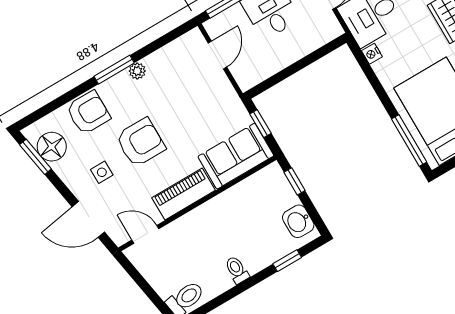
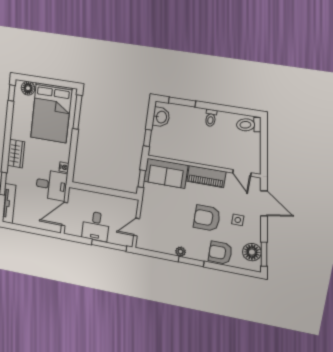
window: (287, 261) -> (182, 102), width x1.50

